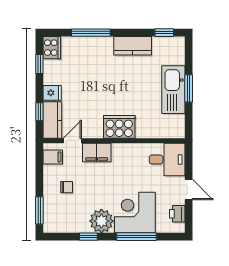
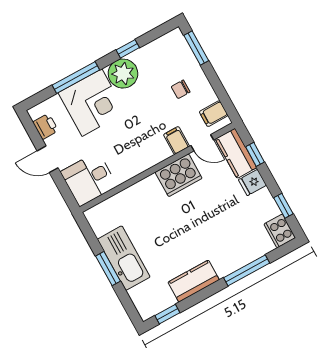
cooker: (119, 127) -> (179, 175), moved
door: (72, 141) -> (202, 143), hinge flipped
filing cabinet: (97, 152) -> (176, 140), width x0.50

